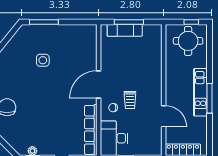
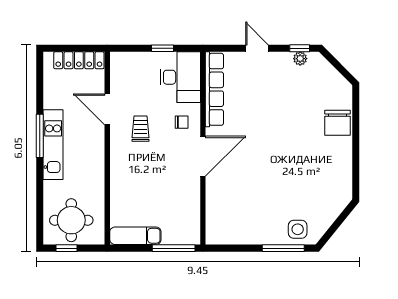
window: (129, 22) -> (174, 248), moved
exam couch: (125, 30) -> (135, 236), moved
side table: (43, 60) -> (298, 229), moved
trolley: (130, 100) -> (141, 129), moved

